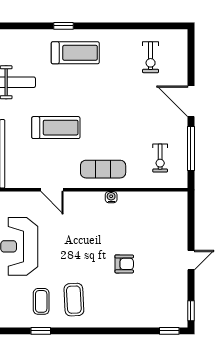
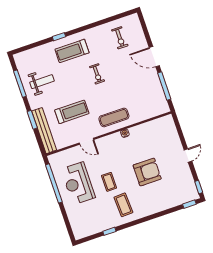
treadmill: (75, 53) -> (72, 51), turned 180
treadmill: (56, 128) -> (72, 112), moved
exercise bike: (160, 158) -> (97, 74), moved
armchair: (124, 264) -> (147, 172), width x1.88, depth x1.88
coffee table: (41, 301) -> (109, 182), moved

